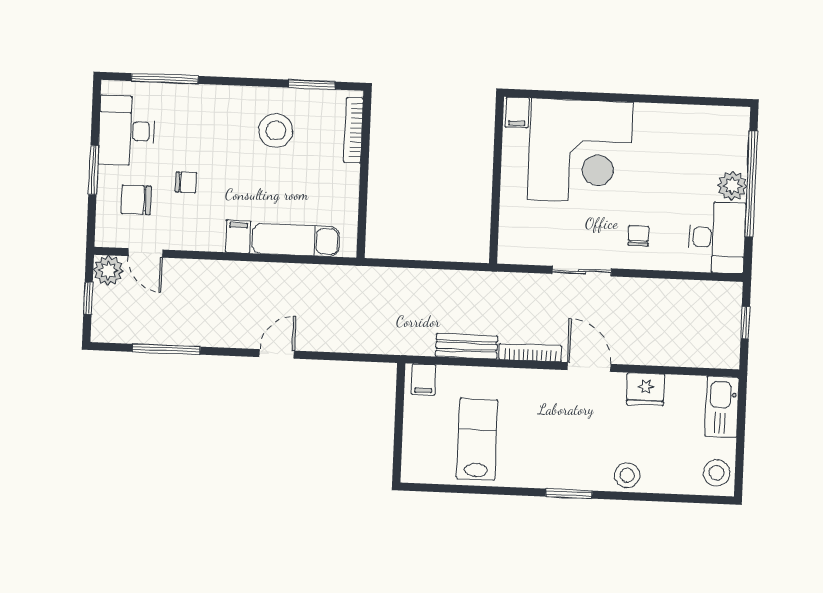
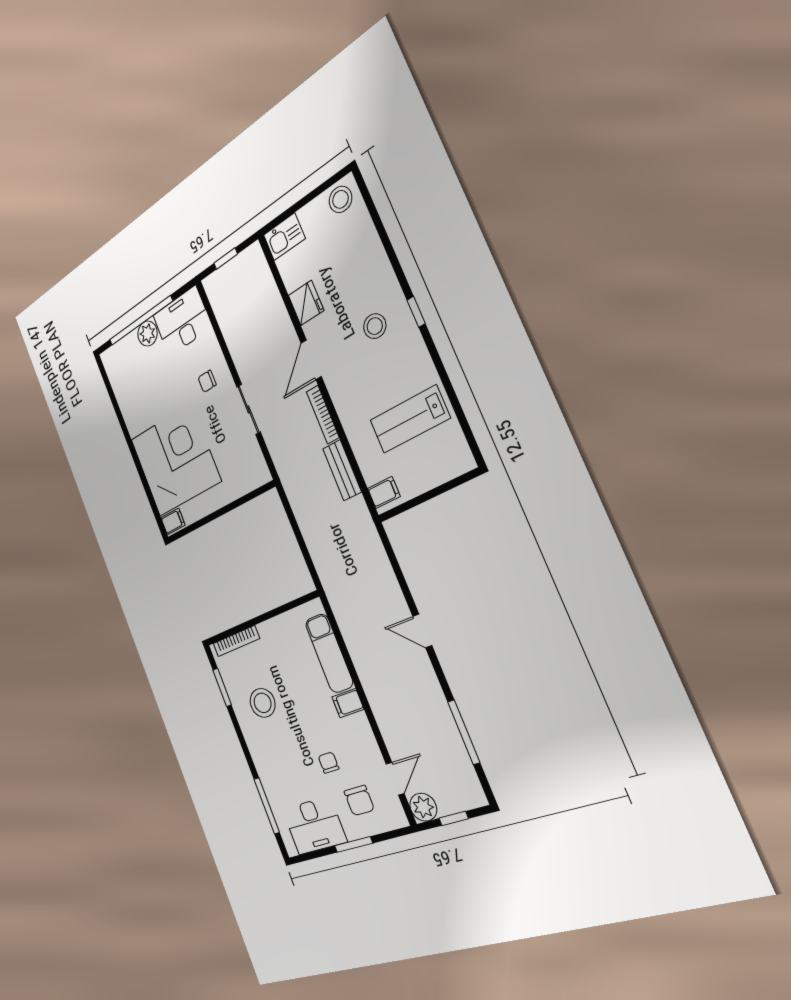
kitchen sink: (722, 407) -> (284, 237), width x0.73
stool: (627, 475) -> (375, 326), moved
window: (569, 494) -> (416, 312), width x0.67

